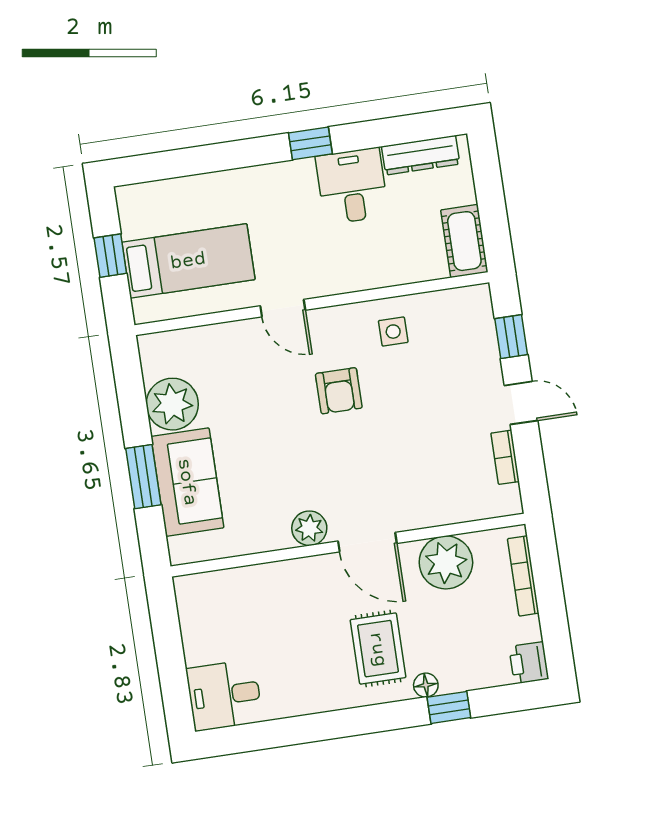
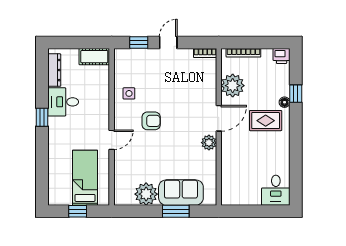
bookcase: (505, 457) -> (205, 53), moved

